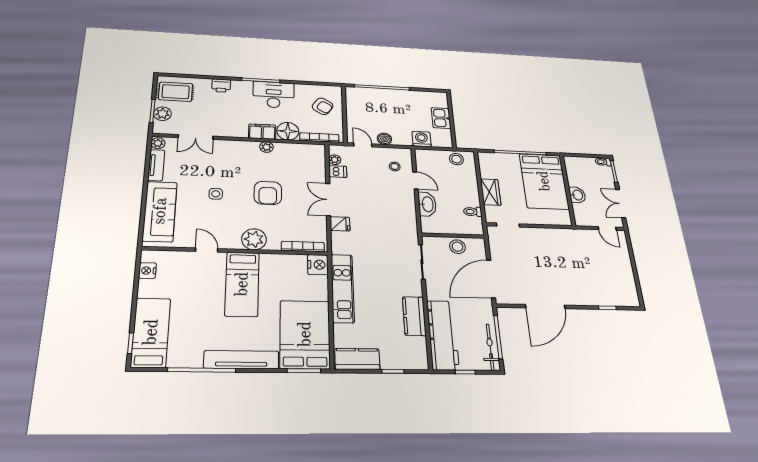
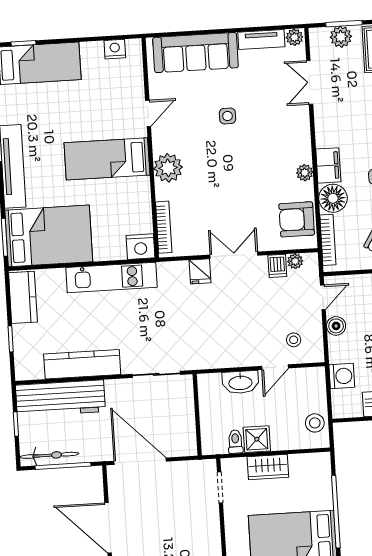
armchair: (268, 193) -> (297, 219), moved
shower: (470, 197) -> (257, 439), added
stool: (457, 247) -> (182, 420), removed
kitchen counter: (414, 316) -> (82, 364), width x1.50

